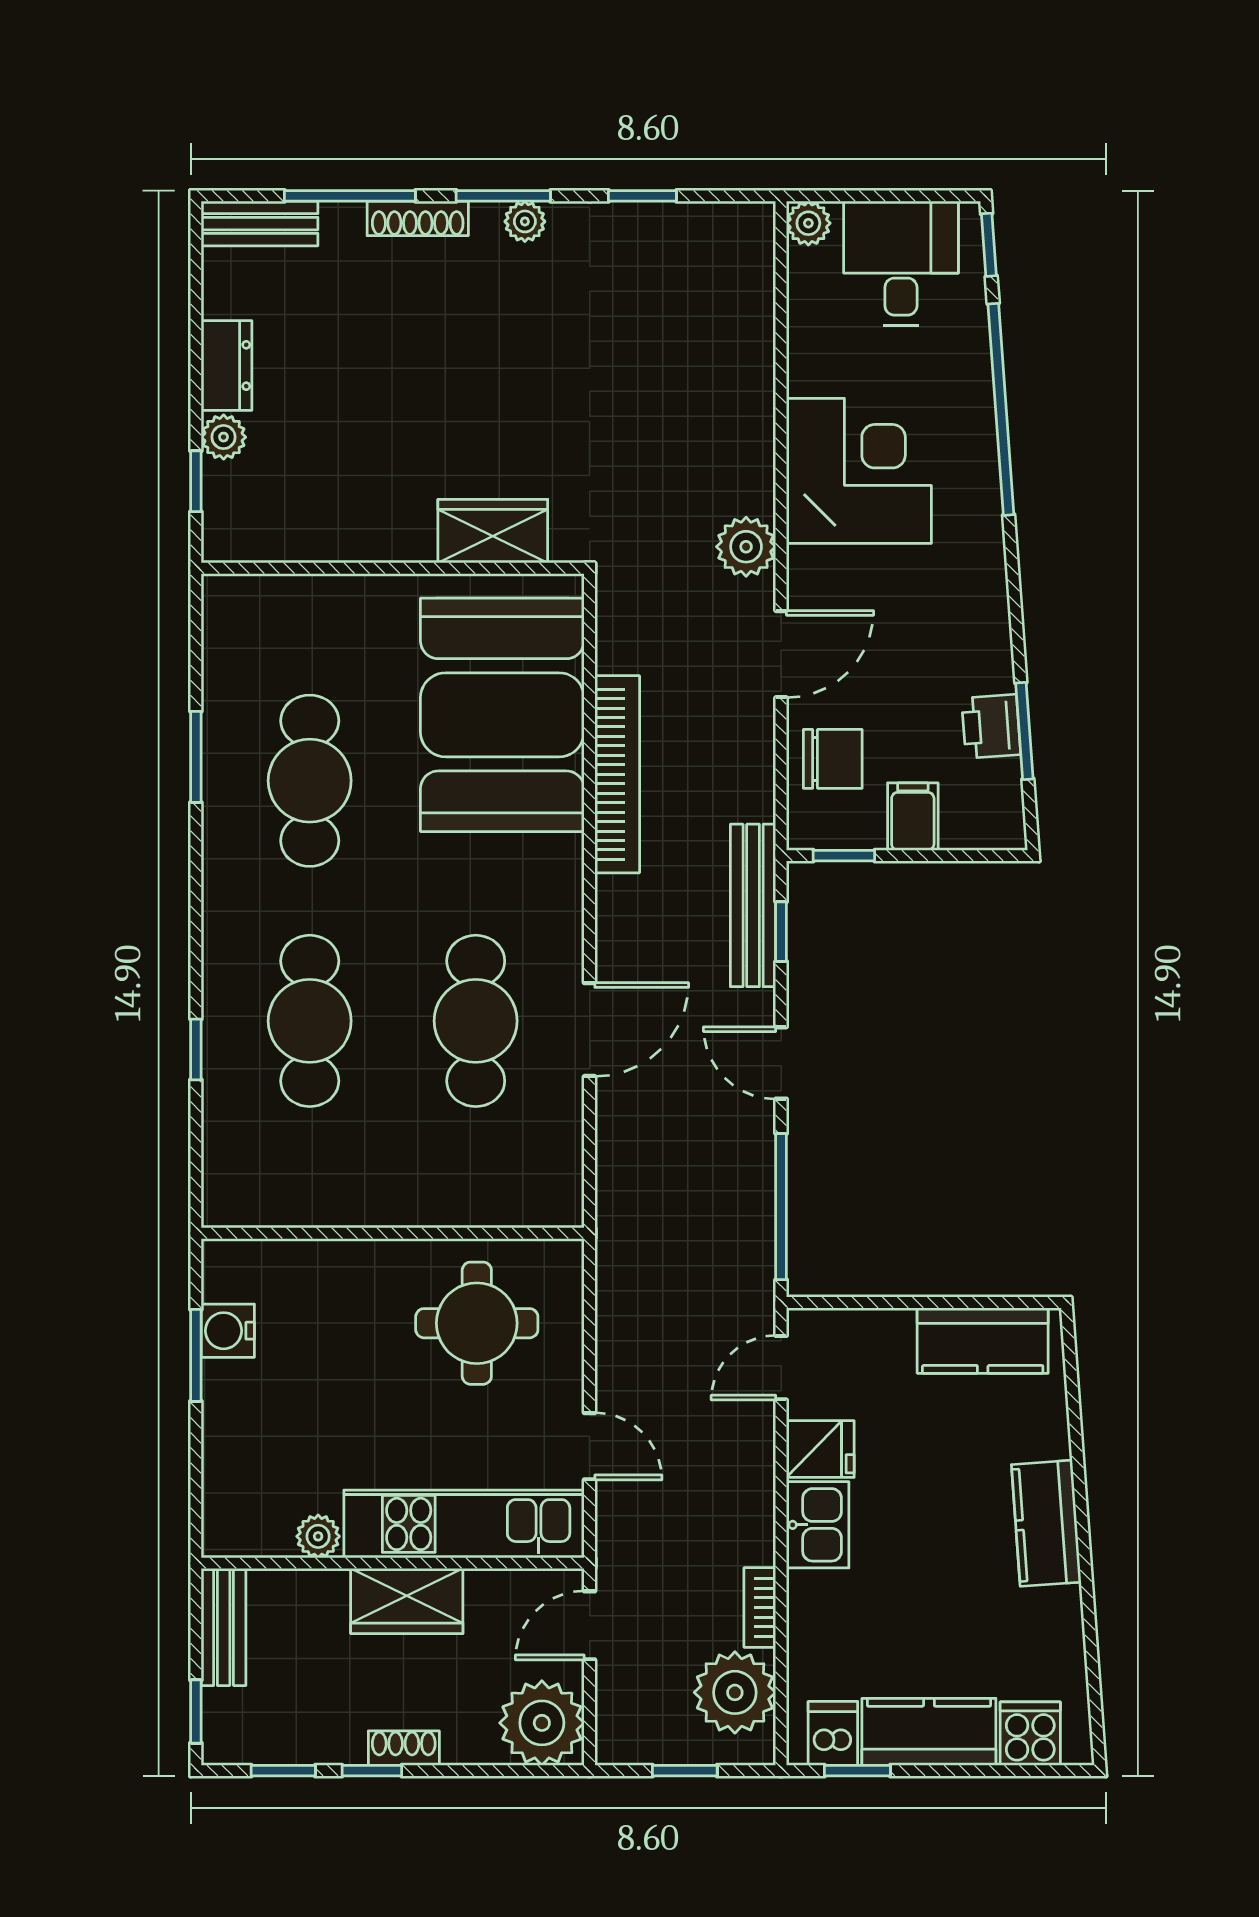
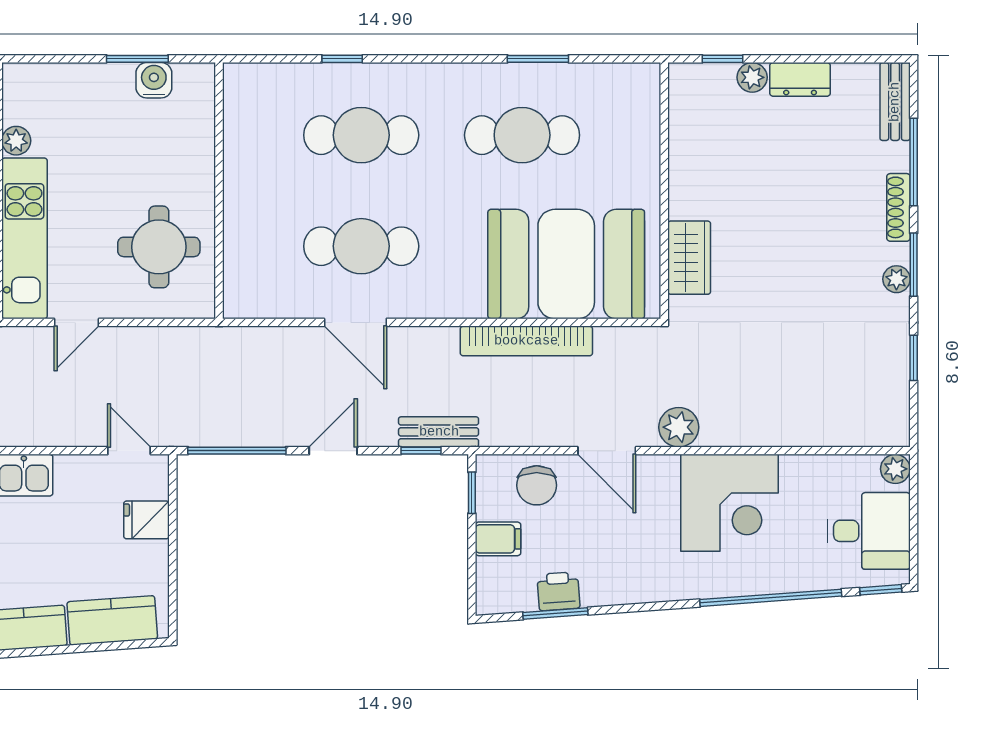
bench: (753, 905) -> (439, 432), width x0.73
kitchen counter: (983, 1341) -> (112, 620), moved, turned 86
fridge: (820, 1449) -> (146, 520), moved, turned 90

